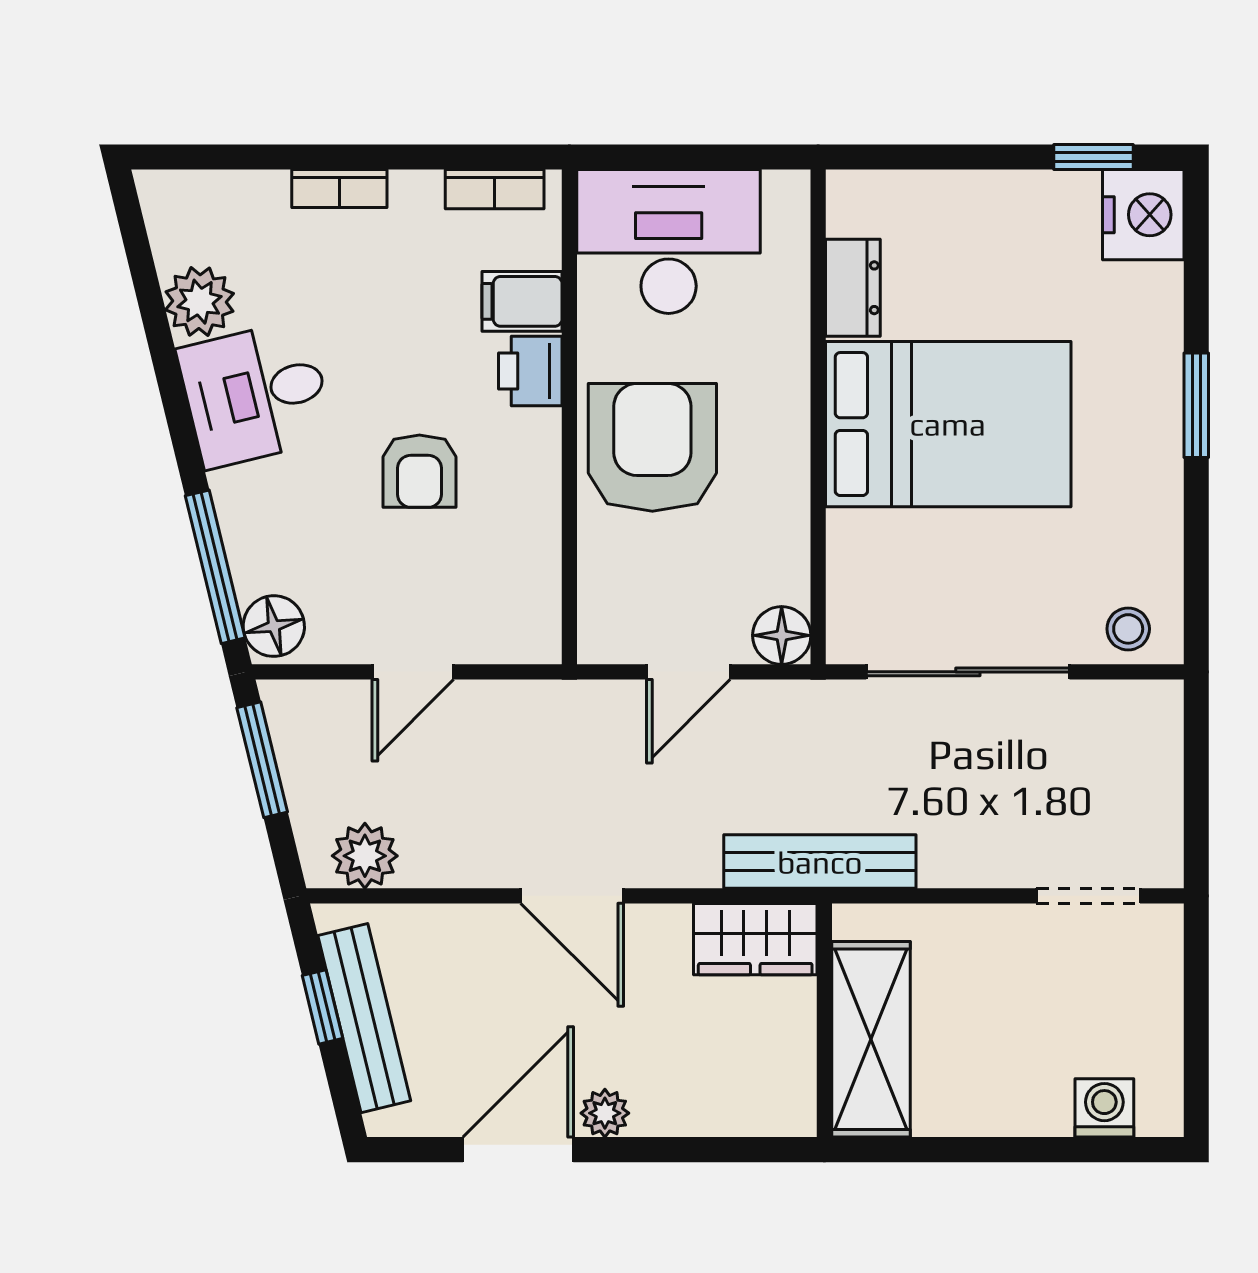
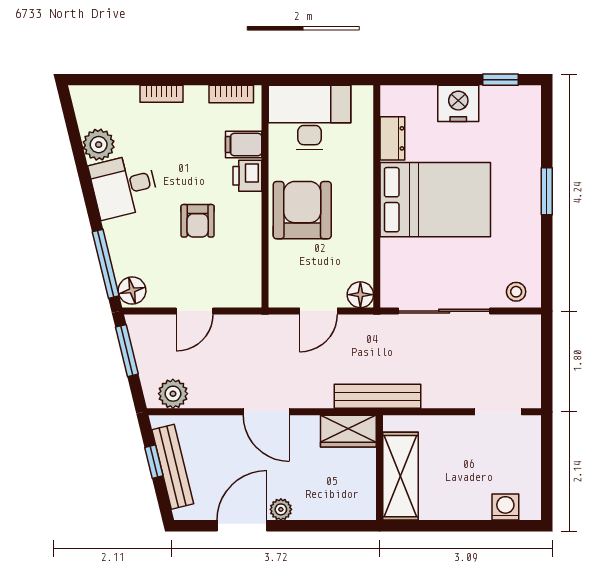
nightstand: (1143, 215) -> (458, 103), moved, turned -90

